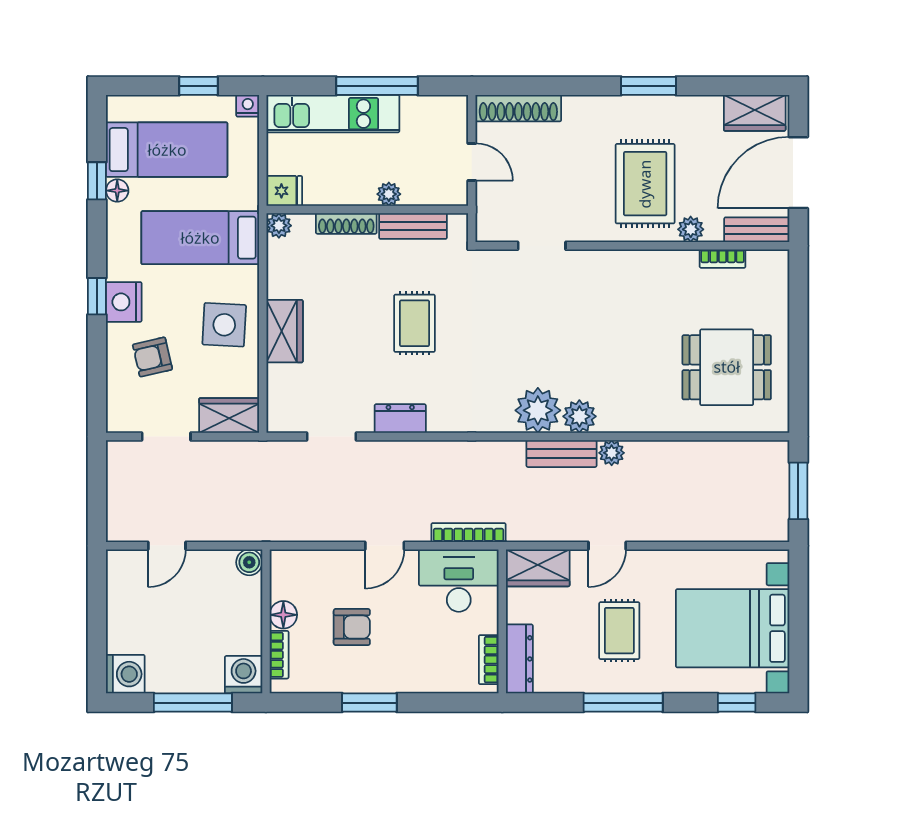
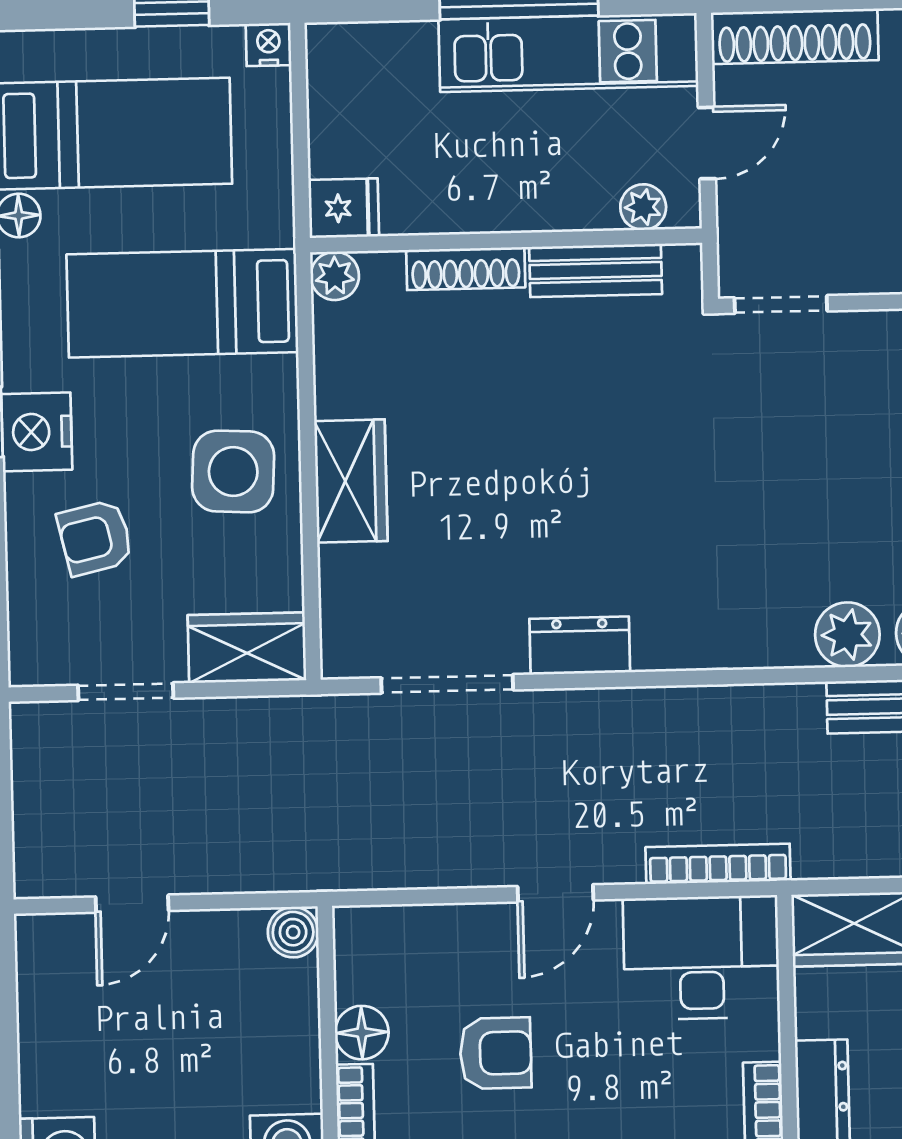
kitchen unit: (333, 114) -> (568, 53), moved
door: (472, 162) -> (707, 143), hinge flipped
plant: (389, 194) -> (643, 207), moved
doorway: (542, 246) -> (781, 304), moved
rug: (414, 323) -> (603, 459), removed
plant: (538, 410) -> (847, 635), width x0.73, depth x0.73
doorway: (332, 437) -> (447, 684), width x1.38

